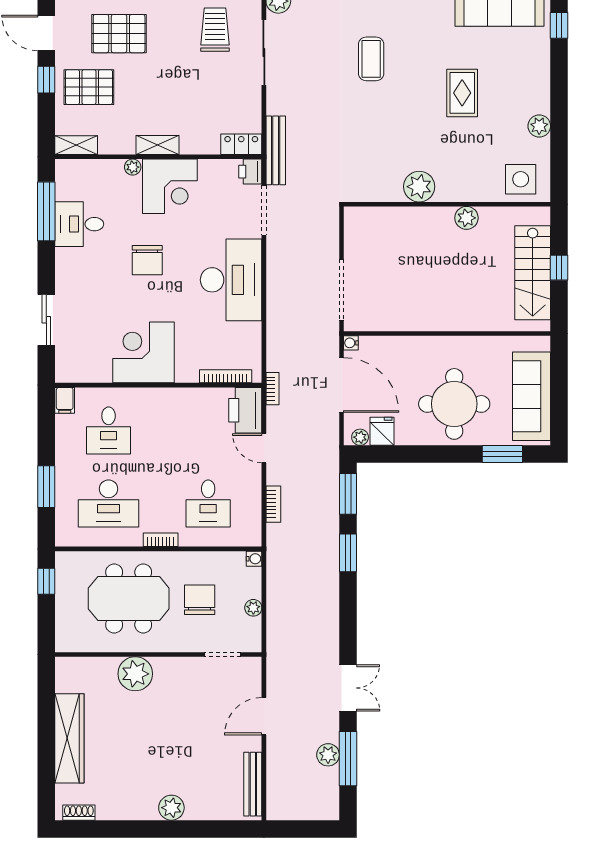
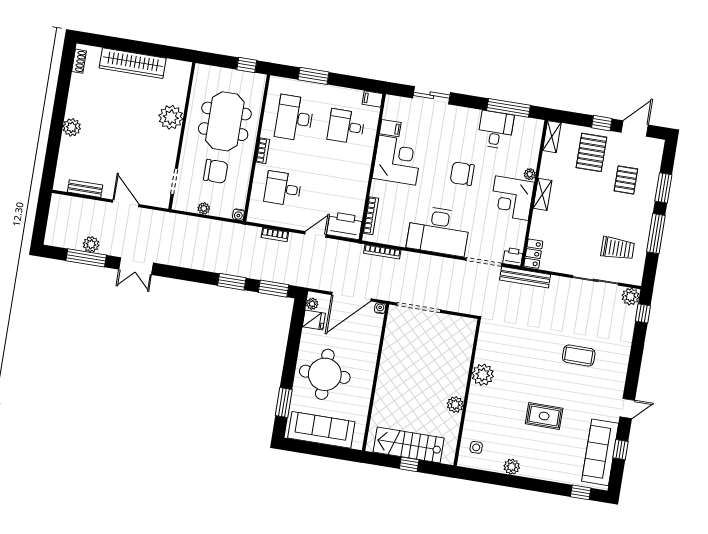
pallet: (119, 34) -> (626, 180), width x0.67, depth x0.71
side table: (521, 179) -> (476, 447), width x0.54, depth x0.54
filing cabinet: (101, 369) -> (390, 128), added
bookcase: (273, 389) -> (382, 252), moved, width x1.56
bench: (253, 784) -> (85, 189), width x0.73

